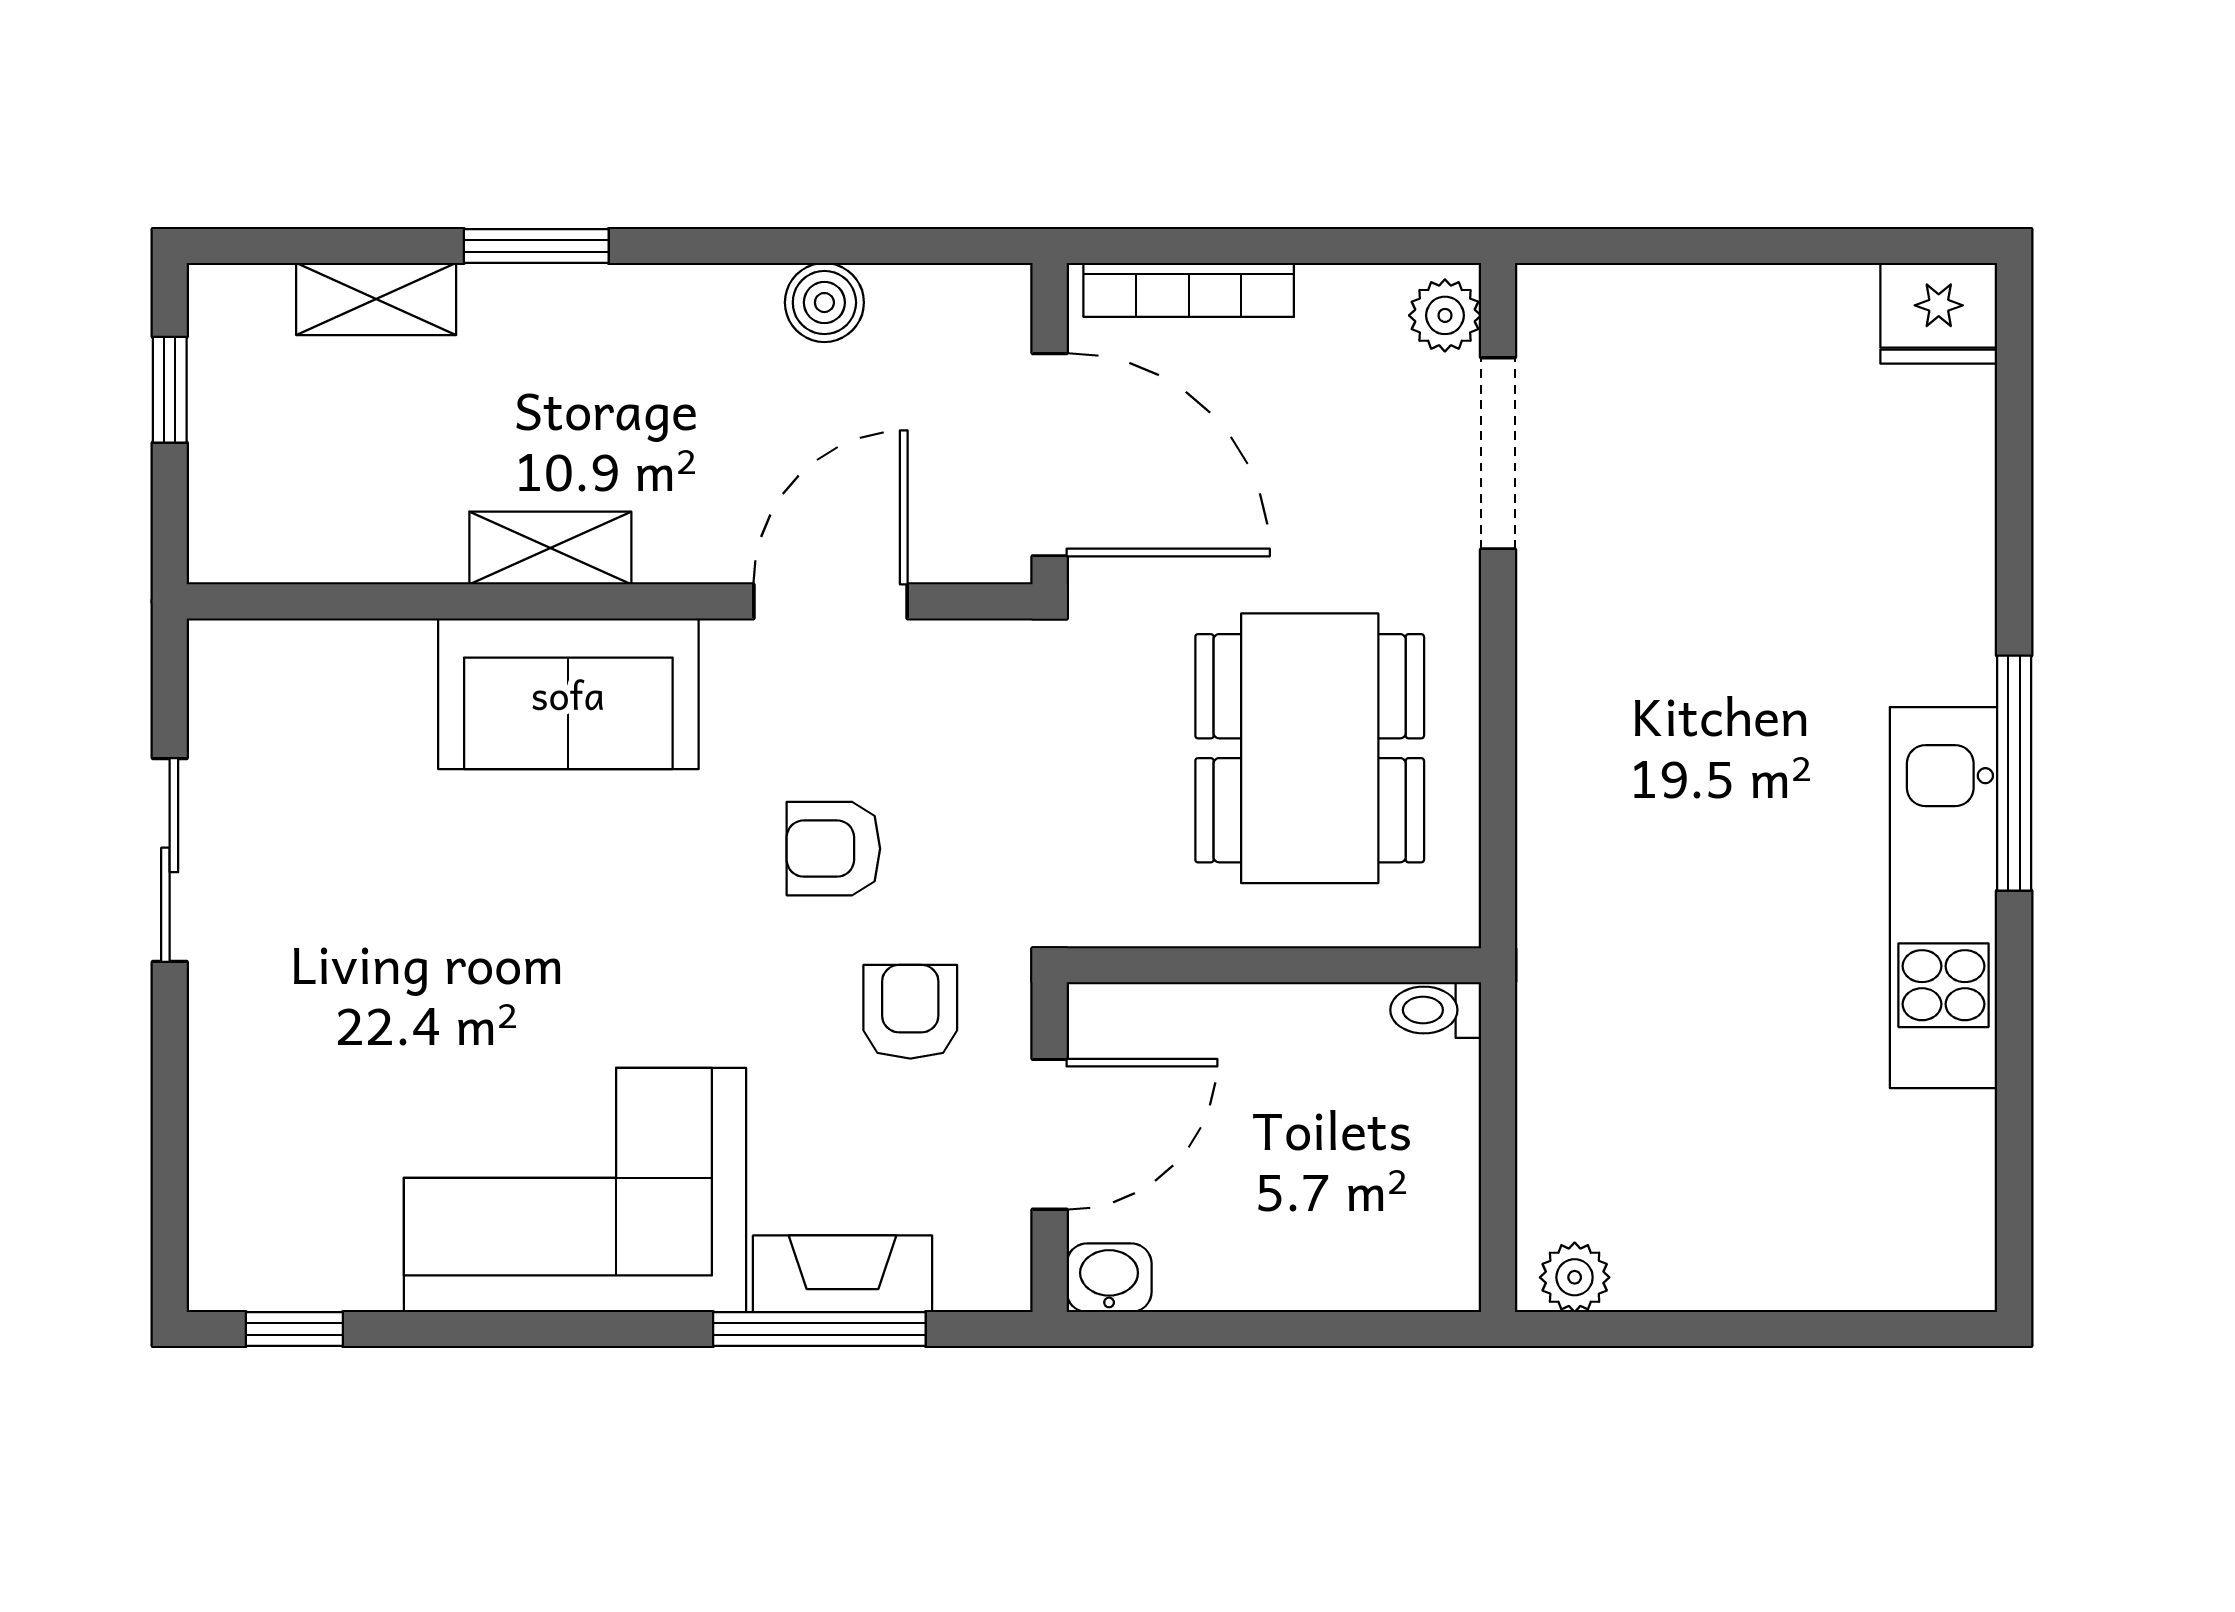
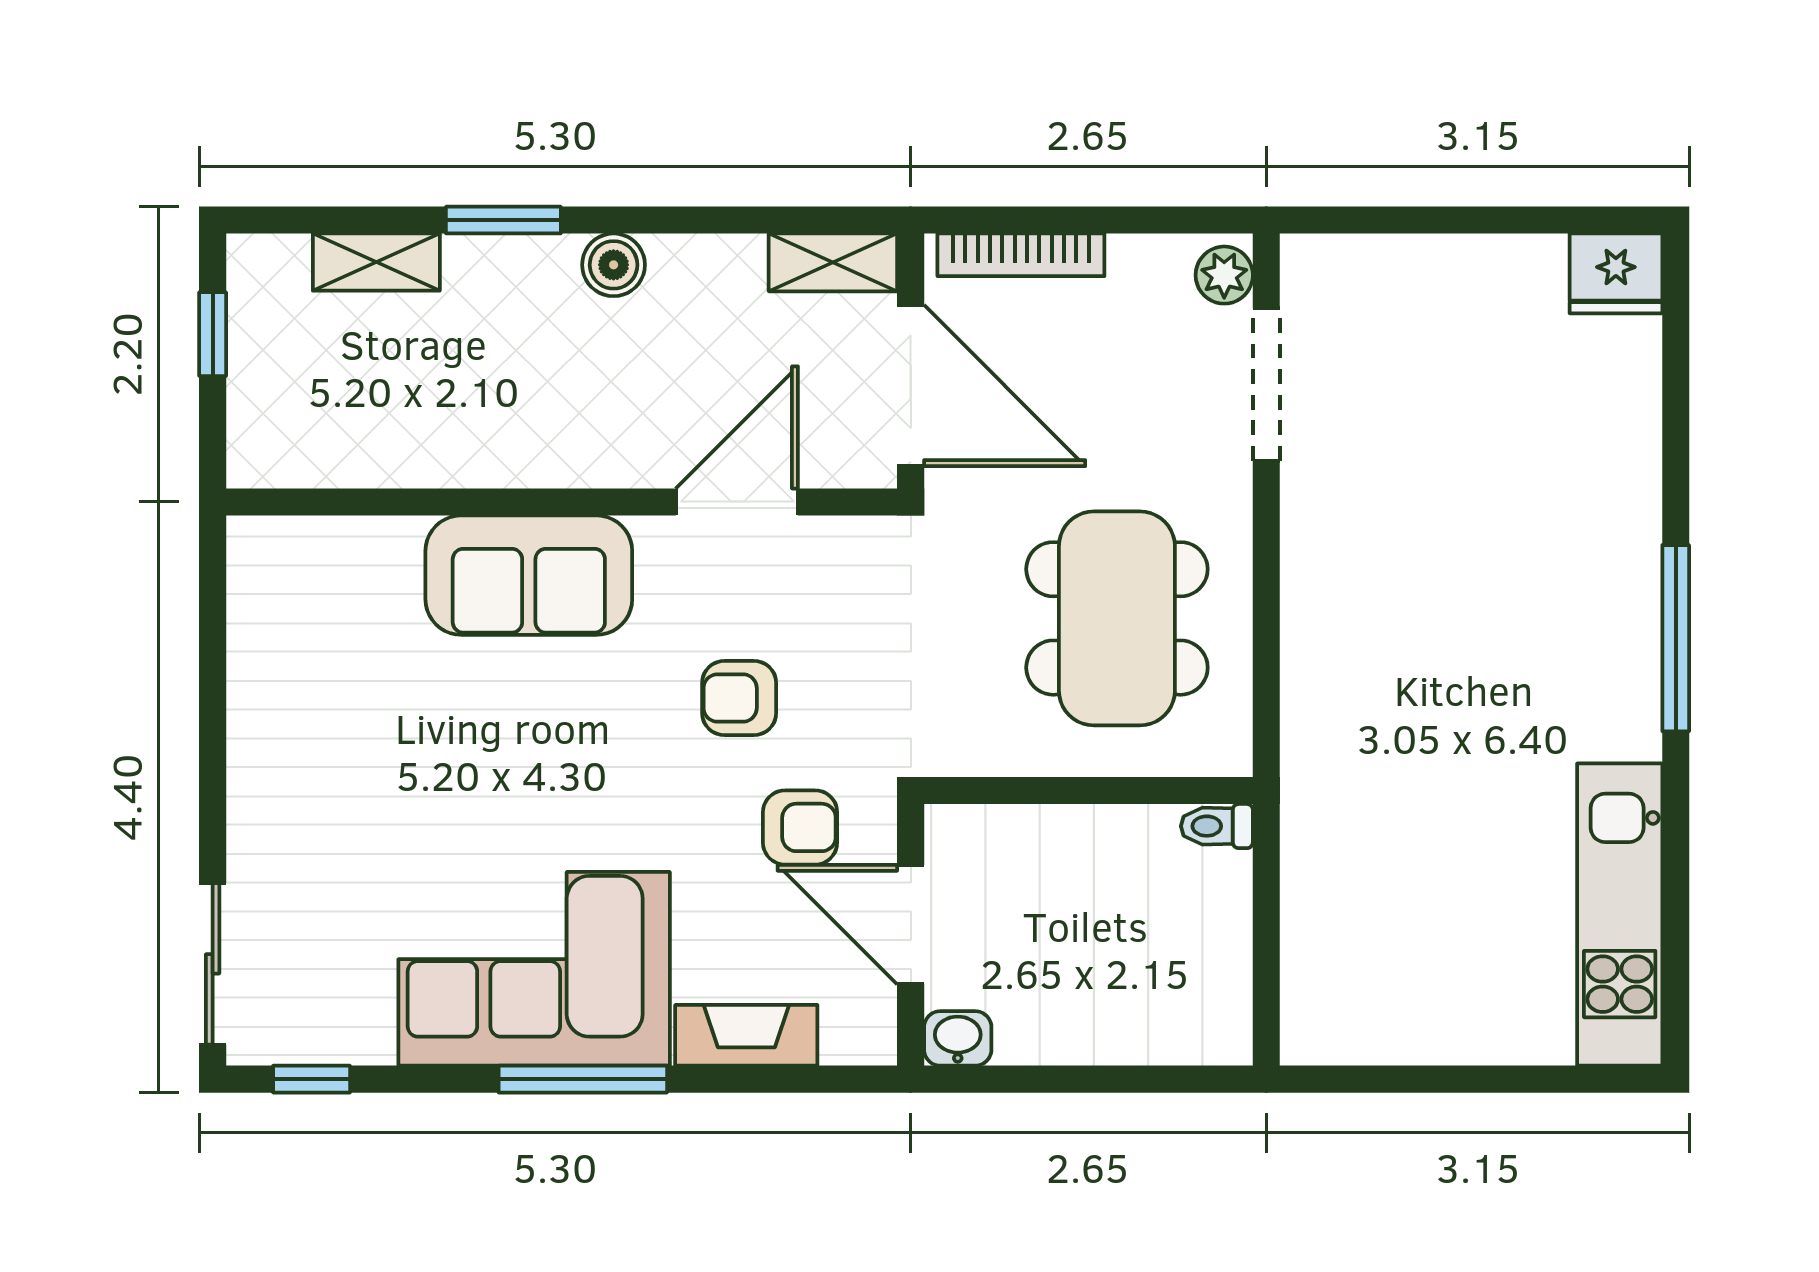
boiler: (824, 303) -> (614, 265), moved
shelving: (550, 548) -> (833, 262), moved
sliding door: (170, 860) -> (213, 964), moved
kitchen unit: (1943, 898) -> (1620, 915), moved
armchair: (910, 1012) -> (800, 827), turned 90
door: (1050, 1134) -> (911, 925), swing flipped
plant: (1575, 1277) -> (1327, 1038), removed
window: (819, 1329) -> (583, 1079), moved

